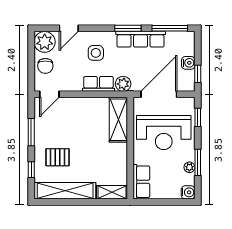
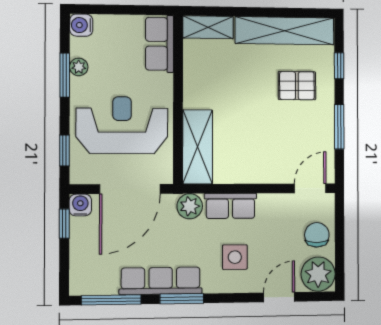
water cooler: (188, 63) -> (80, 205), moved, turned 90

